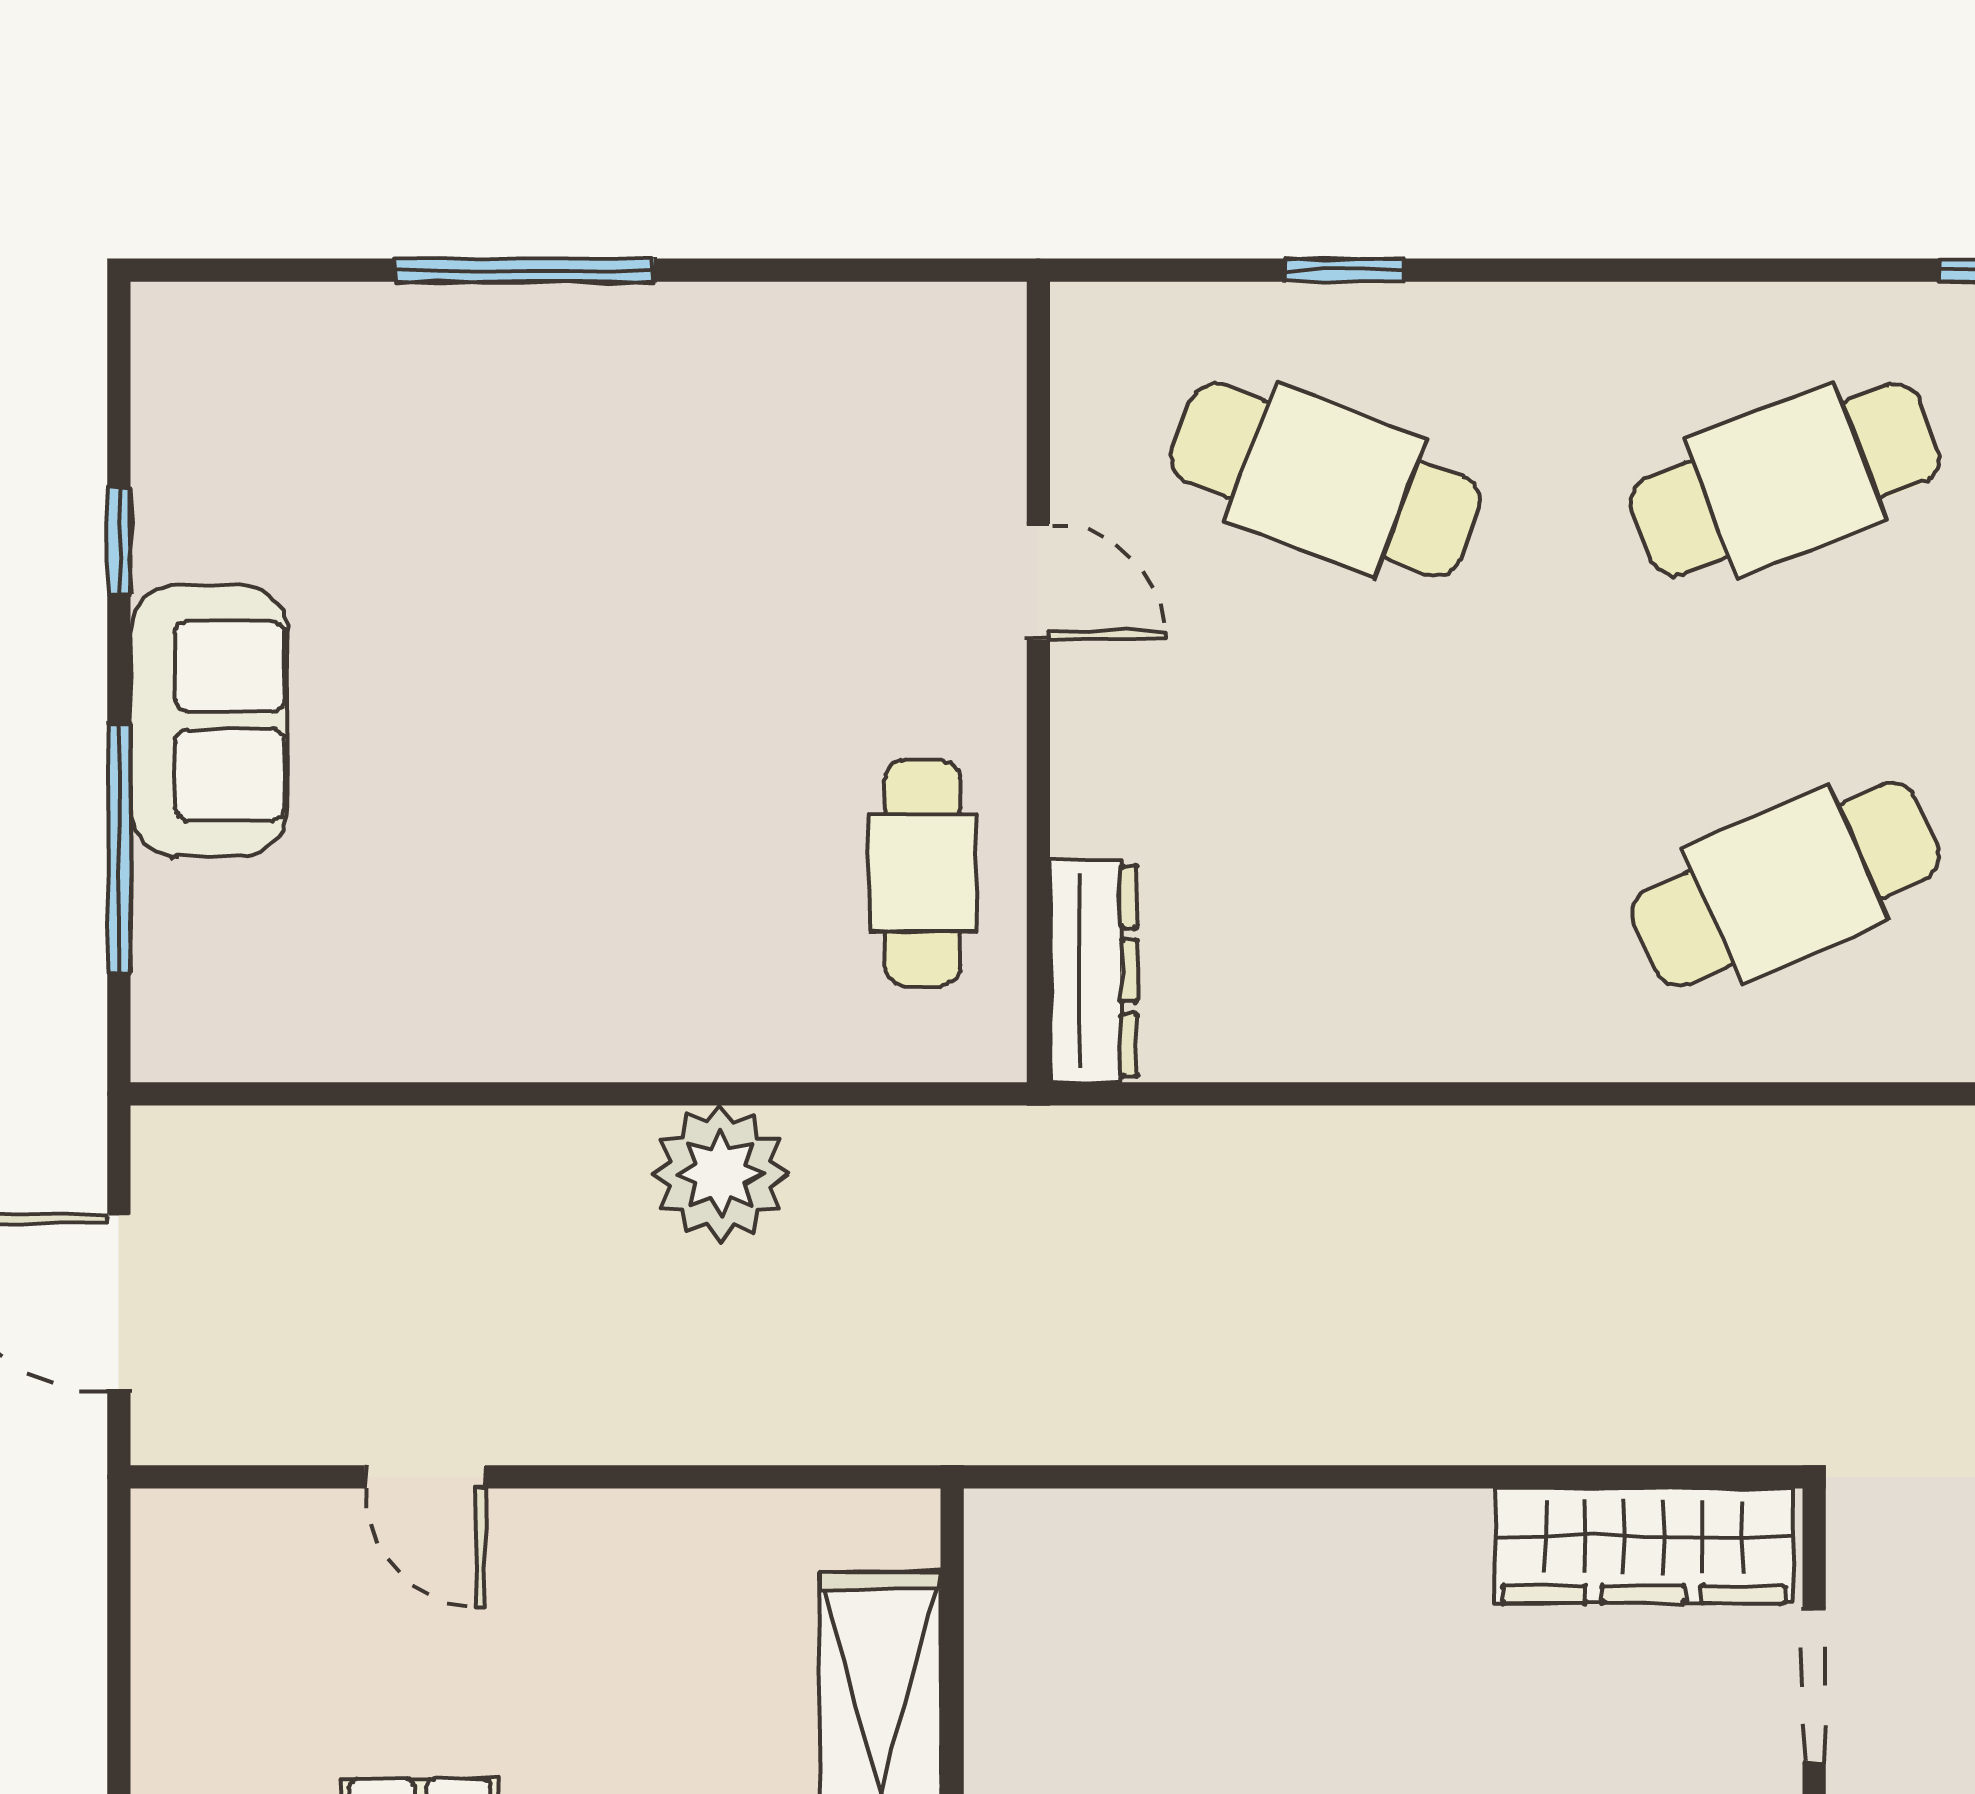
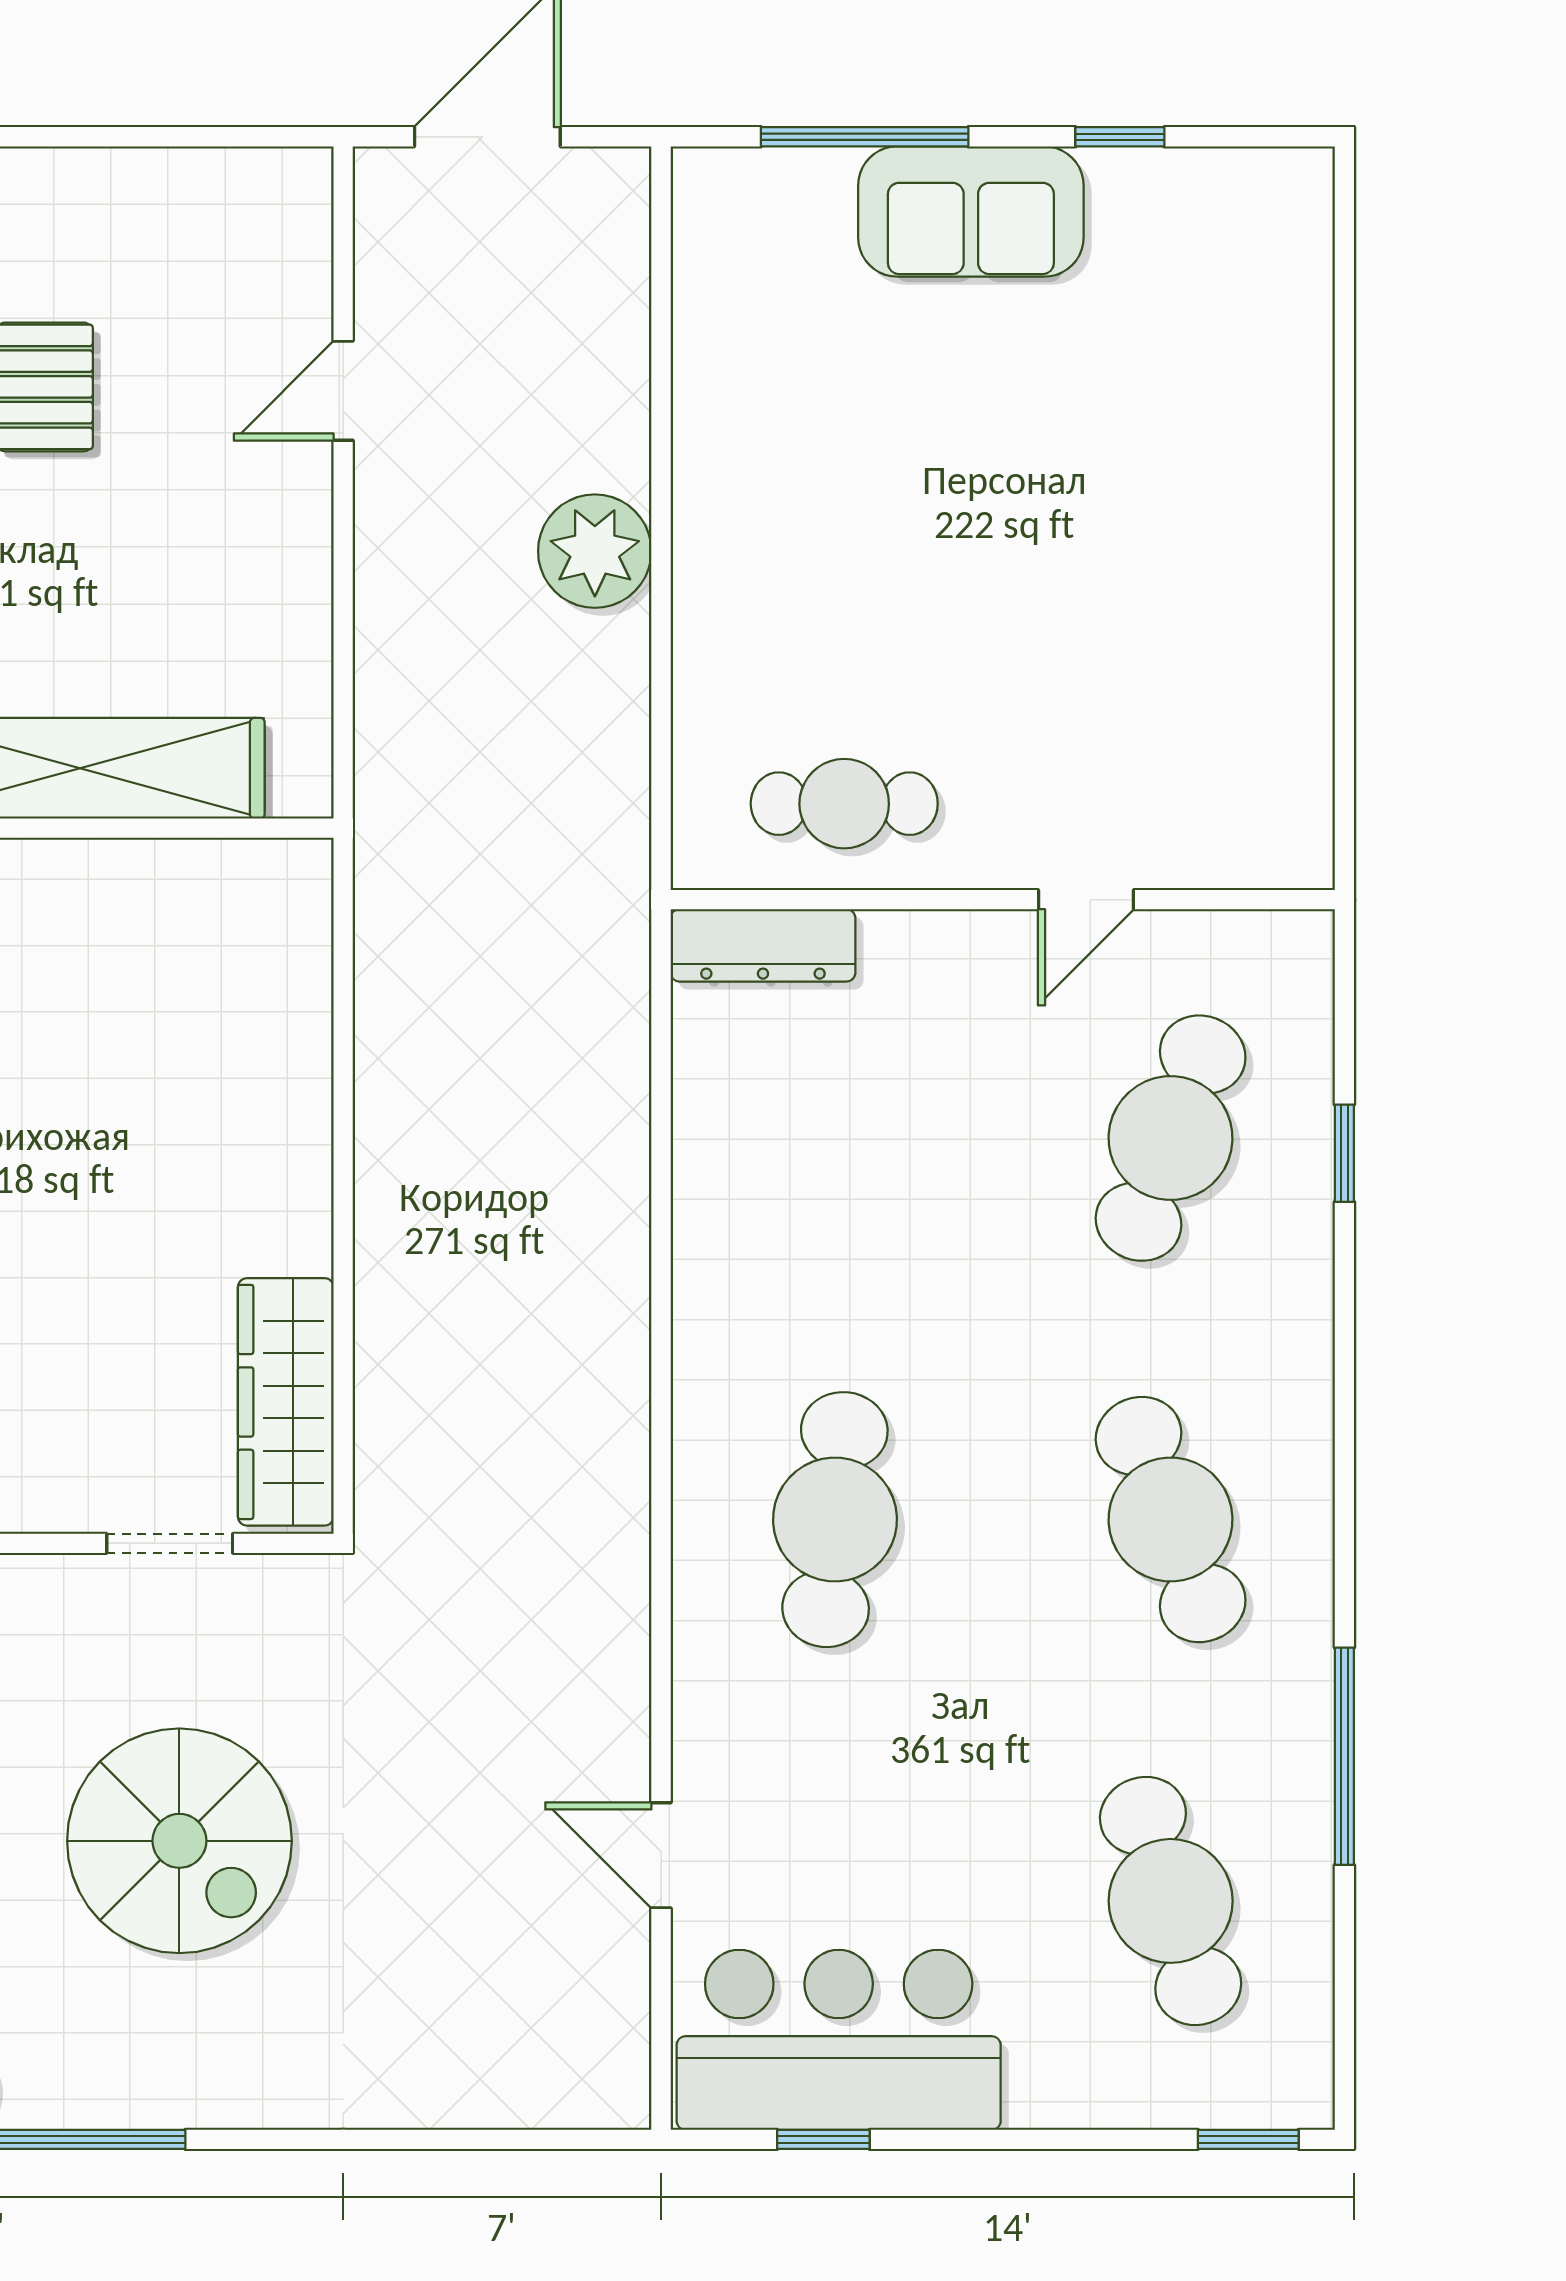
window: (525, 270) -> (1344, 474), removed
cafe table: (1785, 884) -> (835, 1520), turned 30
plant: (720, 1174) -> (595, 551), moved

